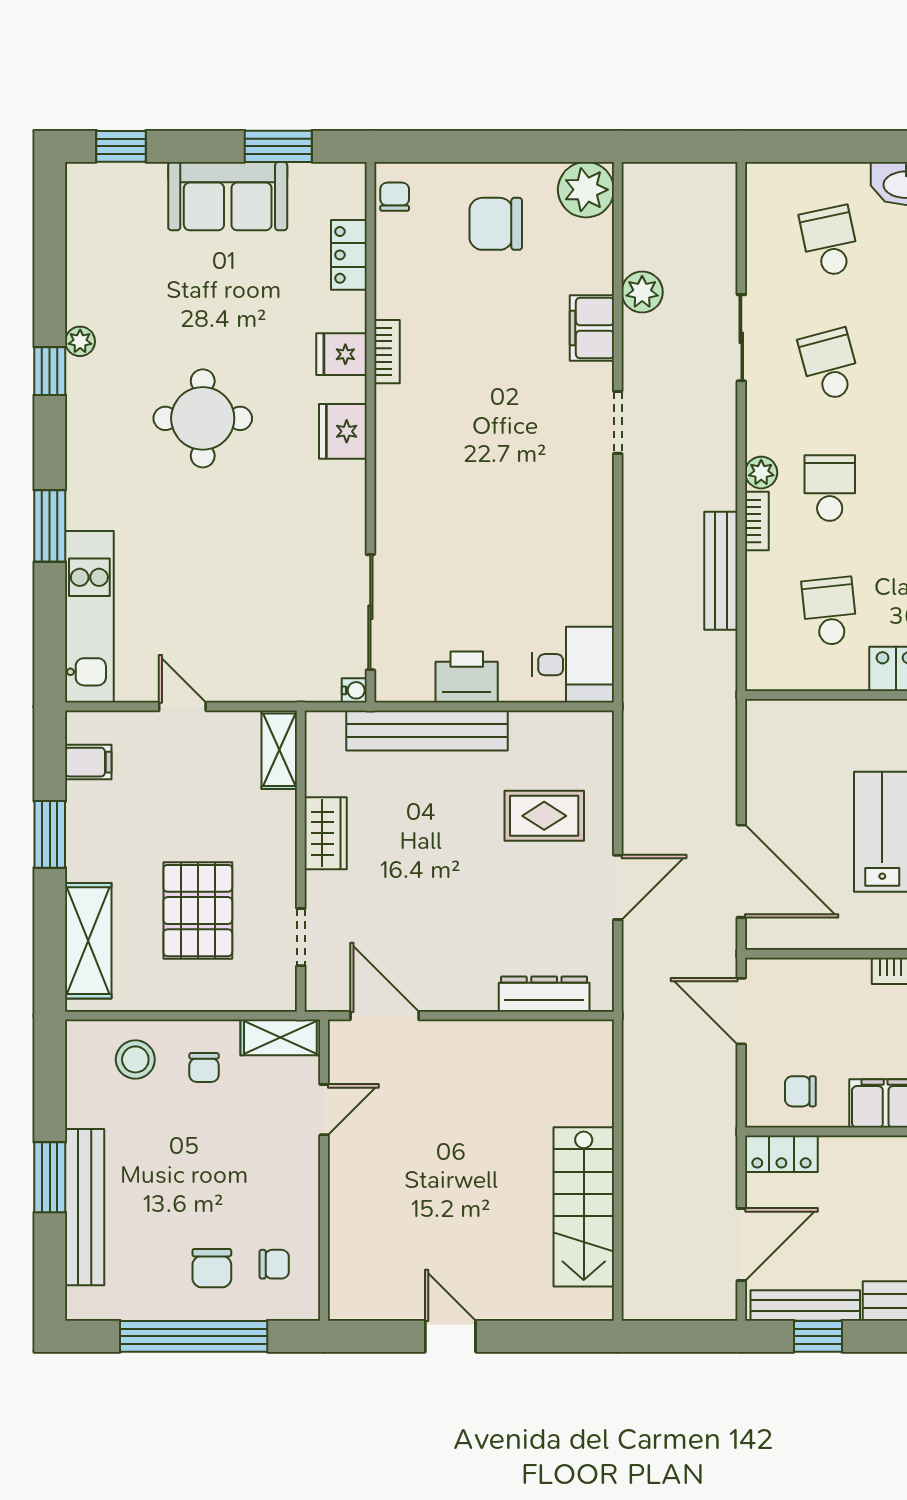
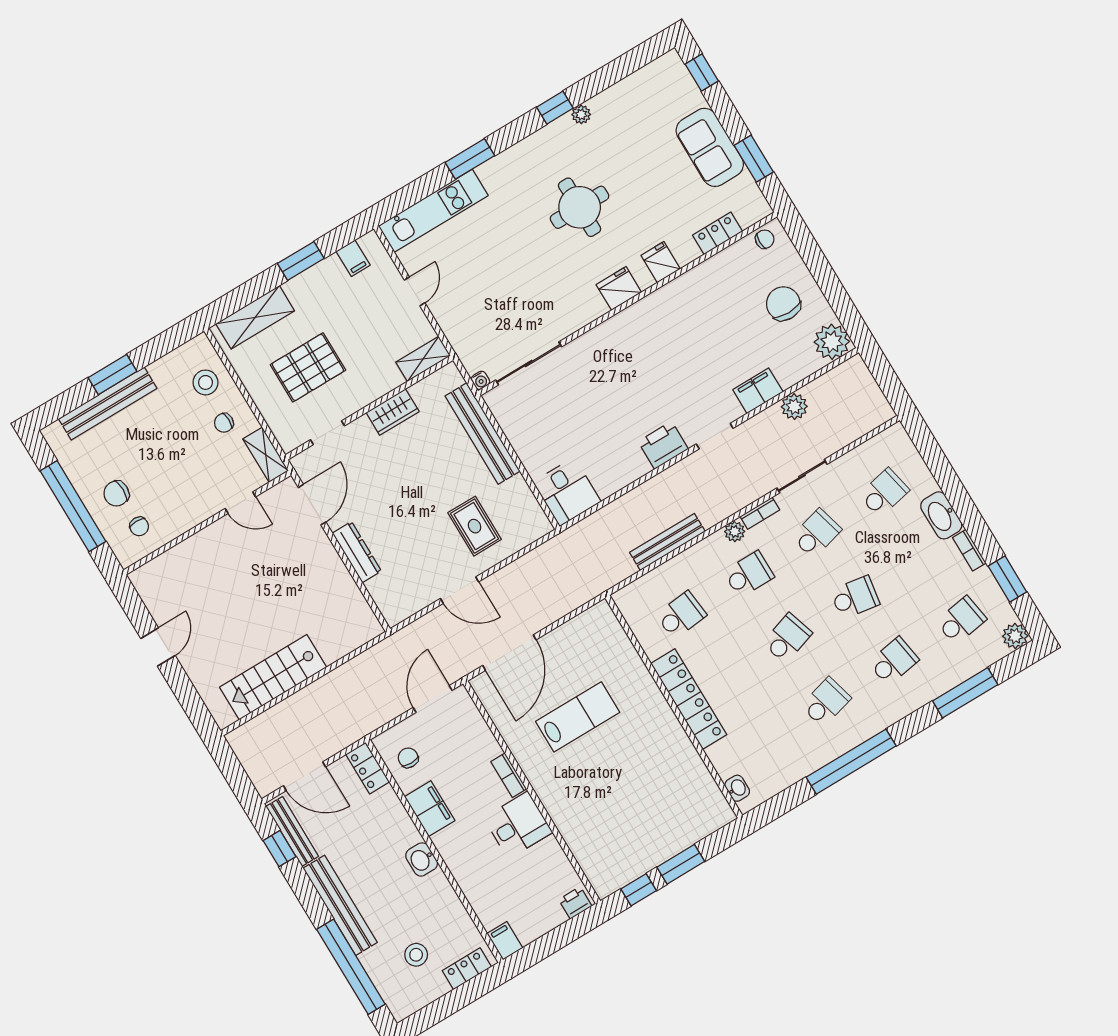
bookcase: (387, 352) -> (677, 286), removed
bookcase: (757, 521) -> (760, 513), moved
printer: (467, 677) -> (663, 445), moved, turned -90
dresser: (544, 994) -> (357, 552), moved

